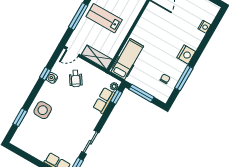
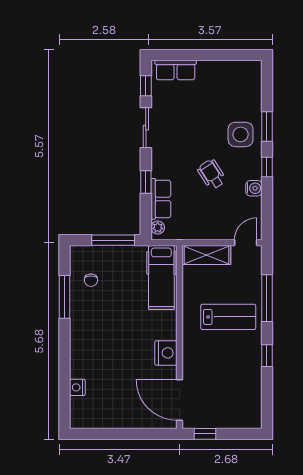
nightstand: (186, 55) -> (166, 353), moved, turned 180
window: (45, 74) -> (267, 167), moved
wheelchair: (76, 79) -> (212, 174), moved
window: (116, 97) -> (146, 182), moved
window: (20, 117) -> (267, 127), moved

